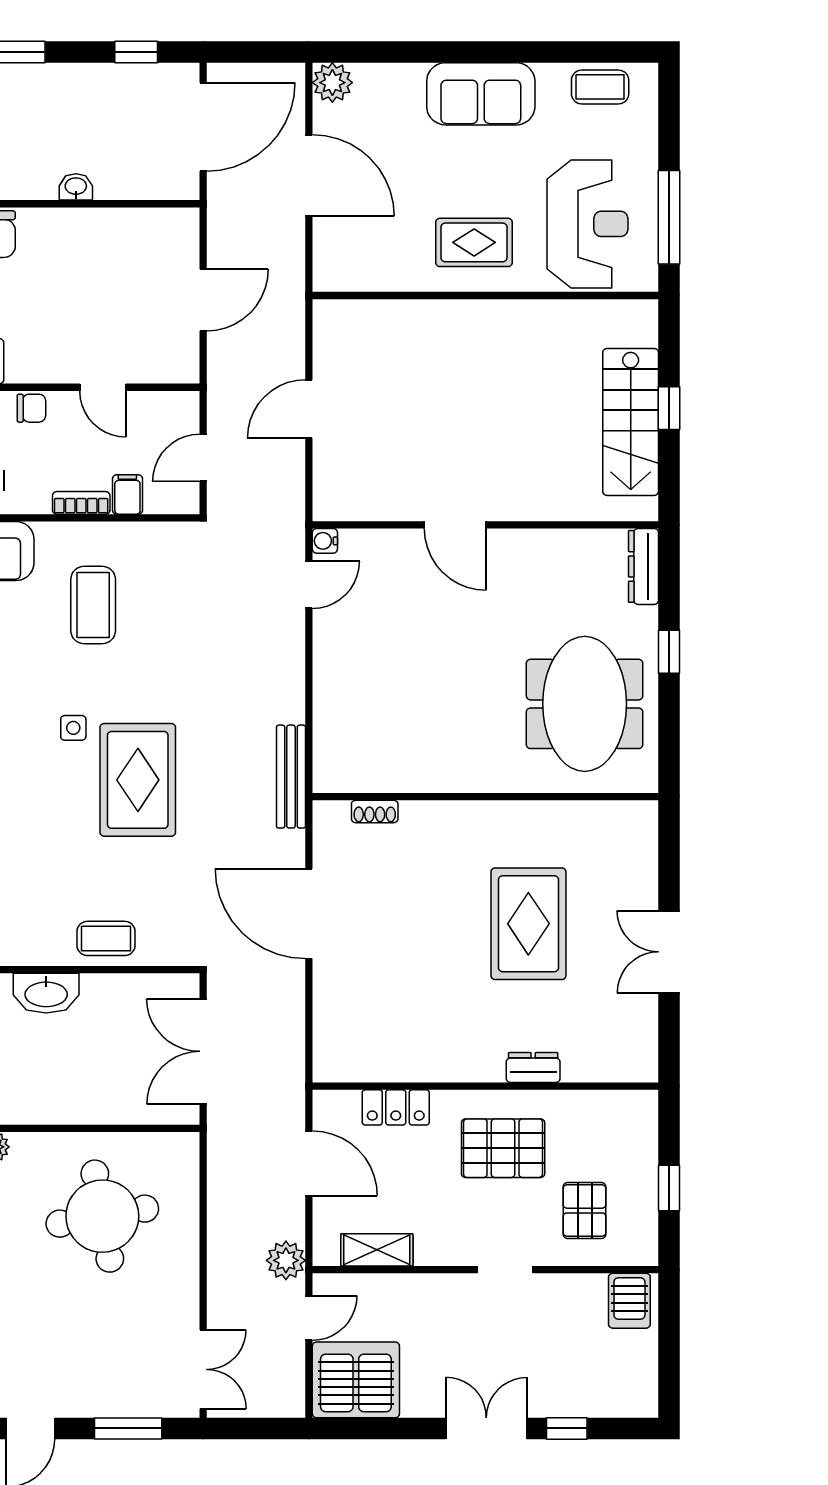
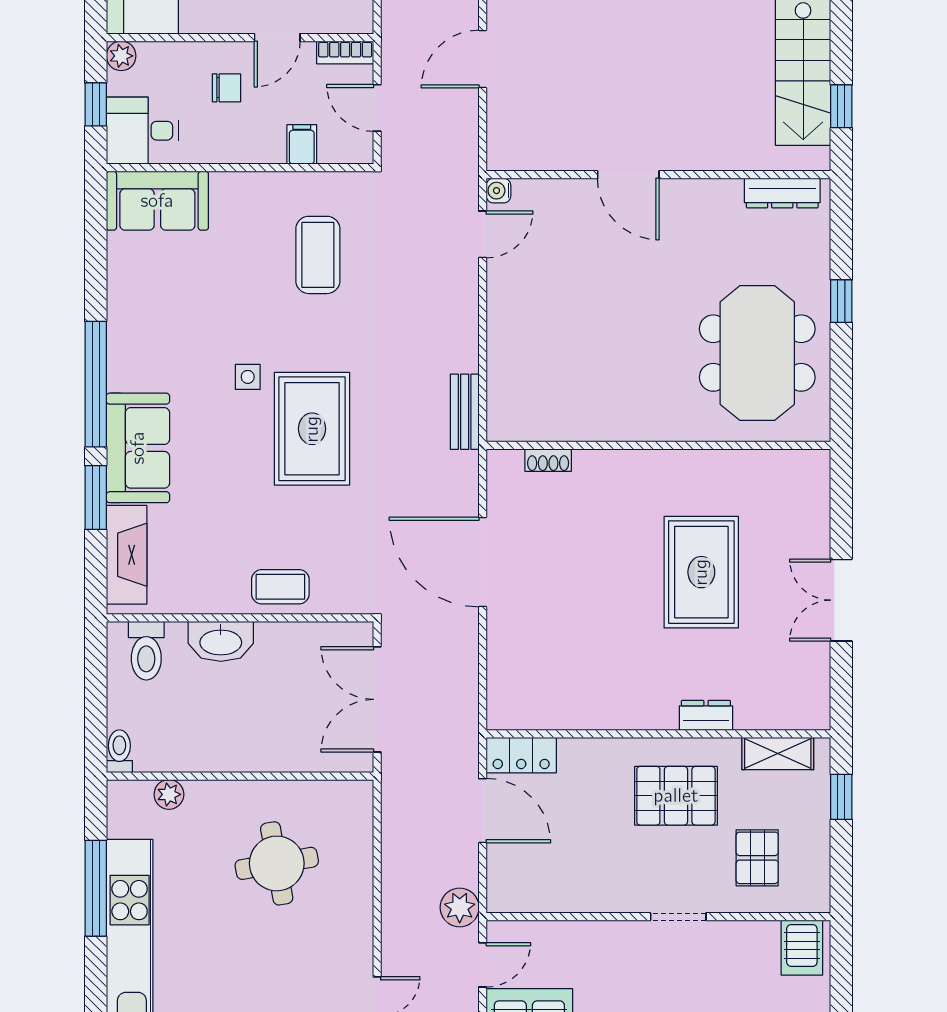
door: (103, 387) -> (277, 38), hinge flipped
chair: (31, 408) -> (226, 88), moved
window: (669, 408) -> (841, 106), moved
door: (203, 458) -> (377, 108), hinge flipped
bookcase: (81, 503) -> (345, 52), moved, turned 180
dresser: (643, 566) -> (782, 193), moved, turned -90
coffee table: (93, 605) -> (318, 255), moved
bench: (291, 777) -> (465, 412), width x0.73
locker: (396, 1107) -> (521, 755), moved
window: (669, 1188) -> (841, 797), moved
round table: (102, 1216) -> (277, 863), width x0.73, depth x0.73
shelving: (377, 1250) -> (778, 754), moved

